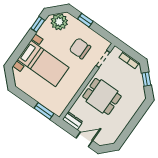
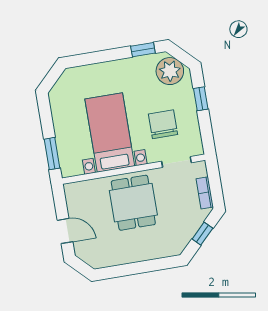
bed with nightstands: (43, 64) -> (110, 133), moved, turned 180
dresser: (73, 121) -> (73, 197), removed

